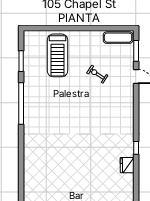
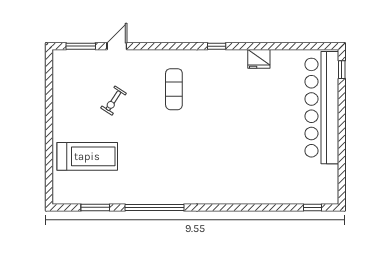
exercise mat: (118, 38) -> (174, 89), moved
fridge: (127, 165) -> (259, 59), moved

